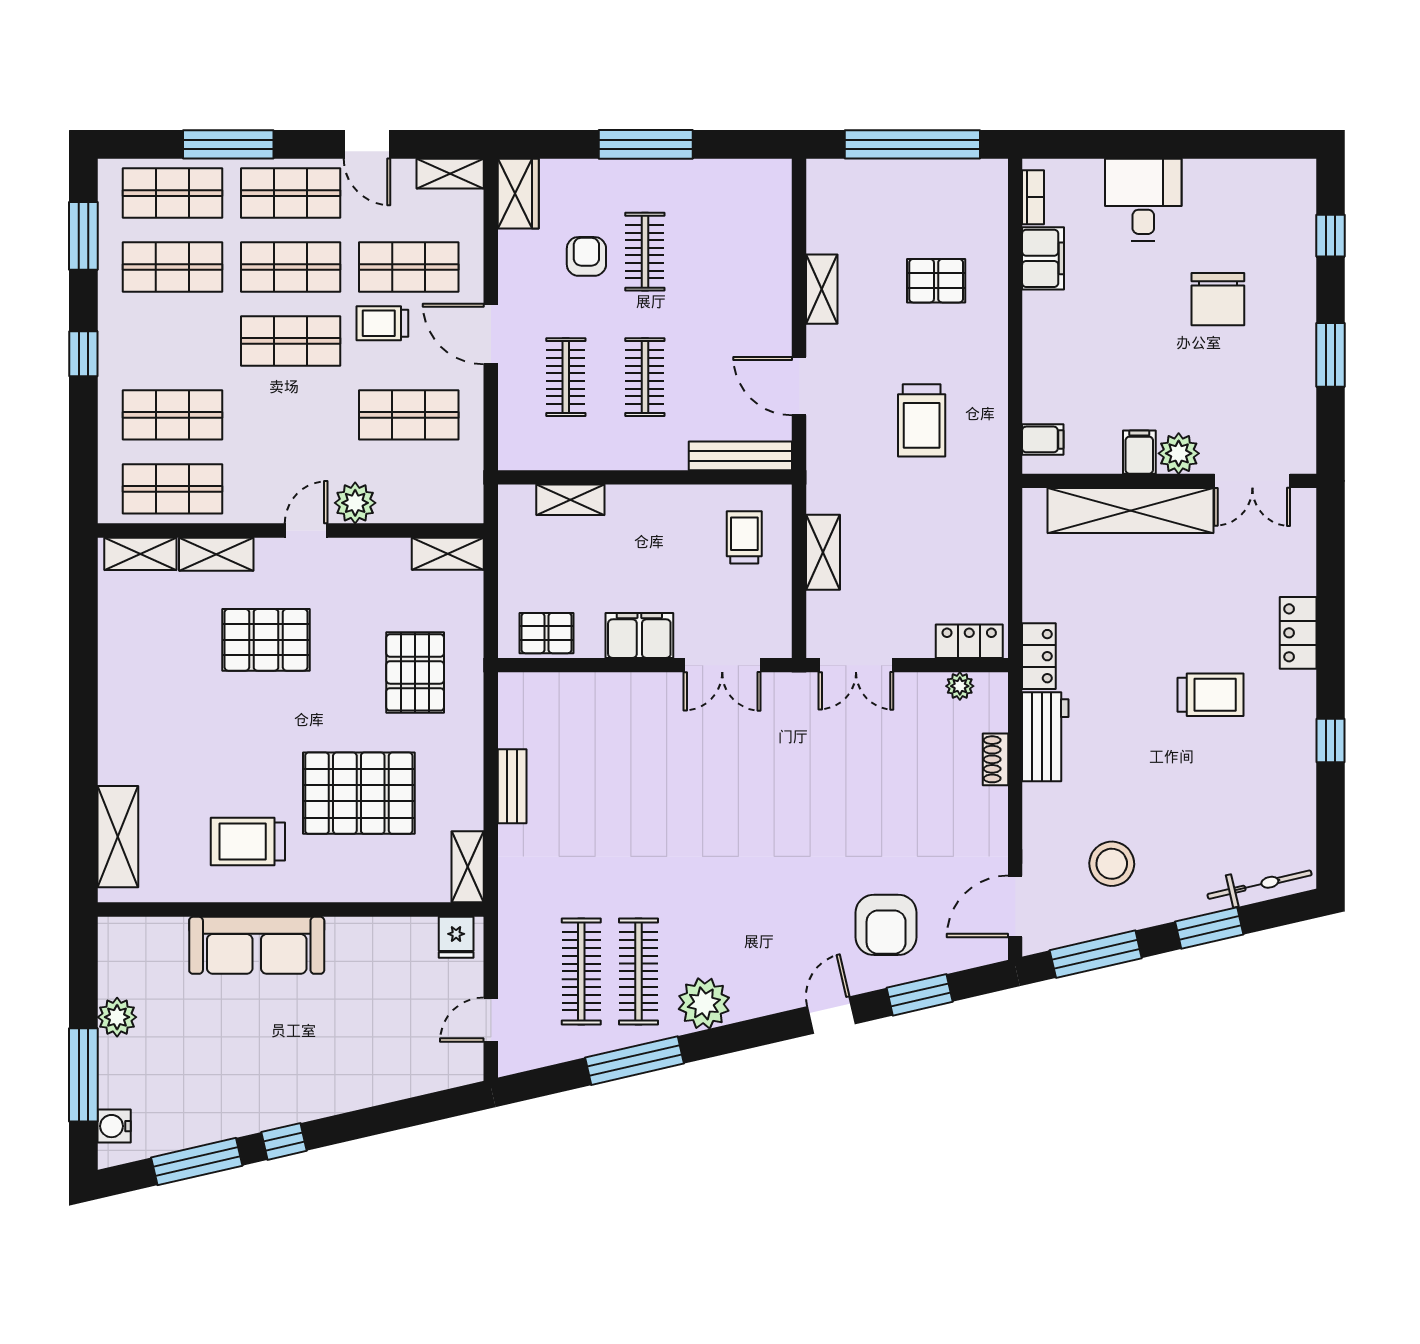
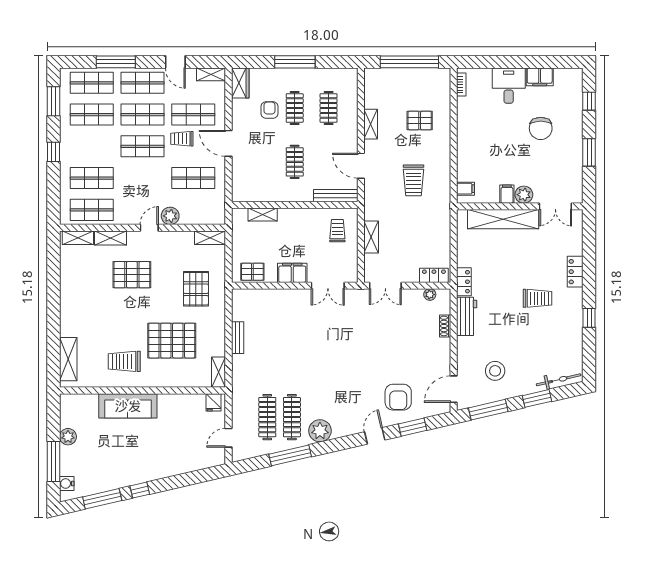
filing cabinet: (1043, 258) -> (540, 77), moved, turned 90
clothes rail: (566, 377) -> (329, 108), moved

